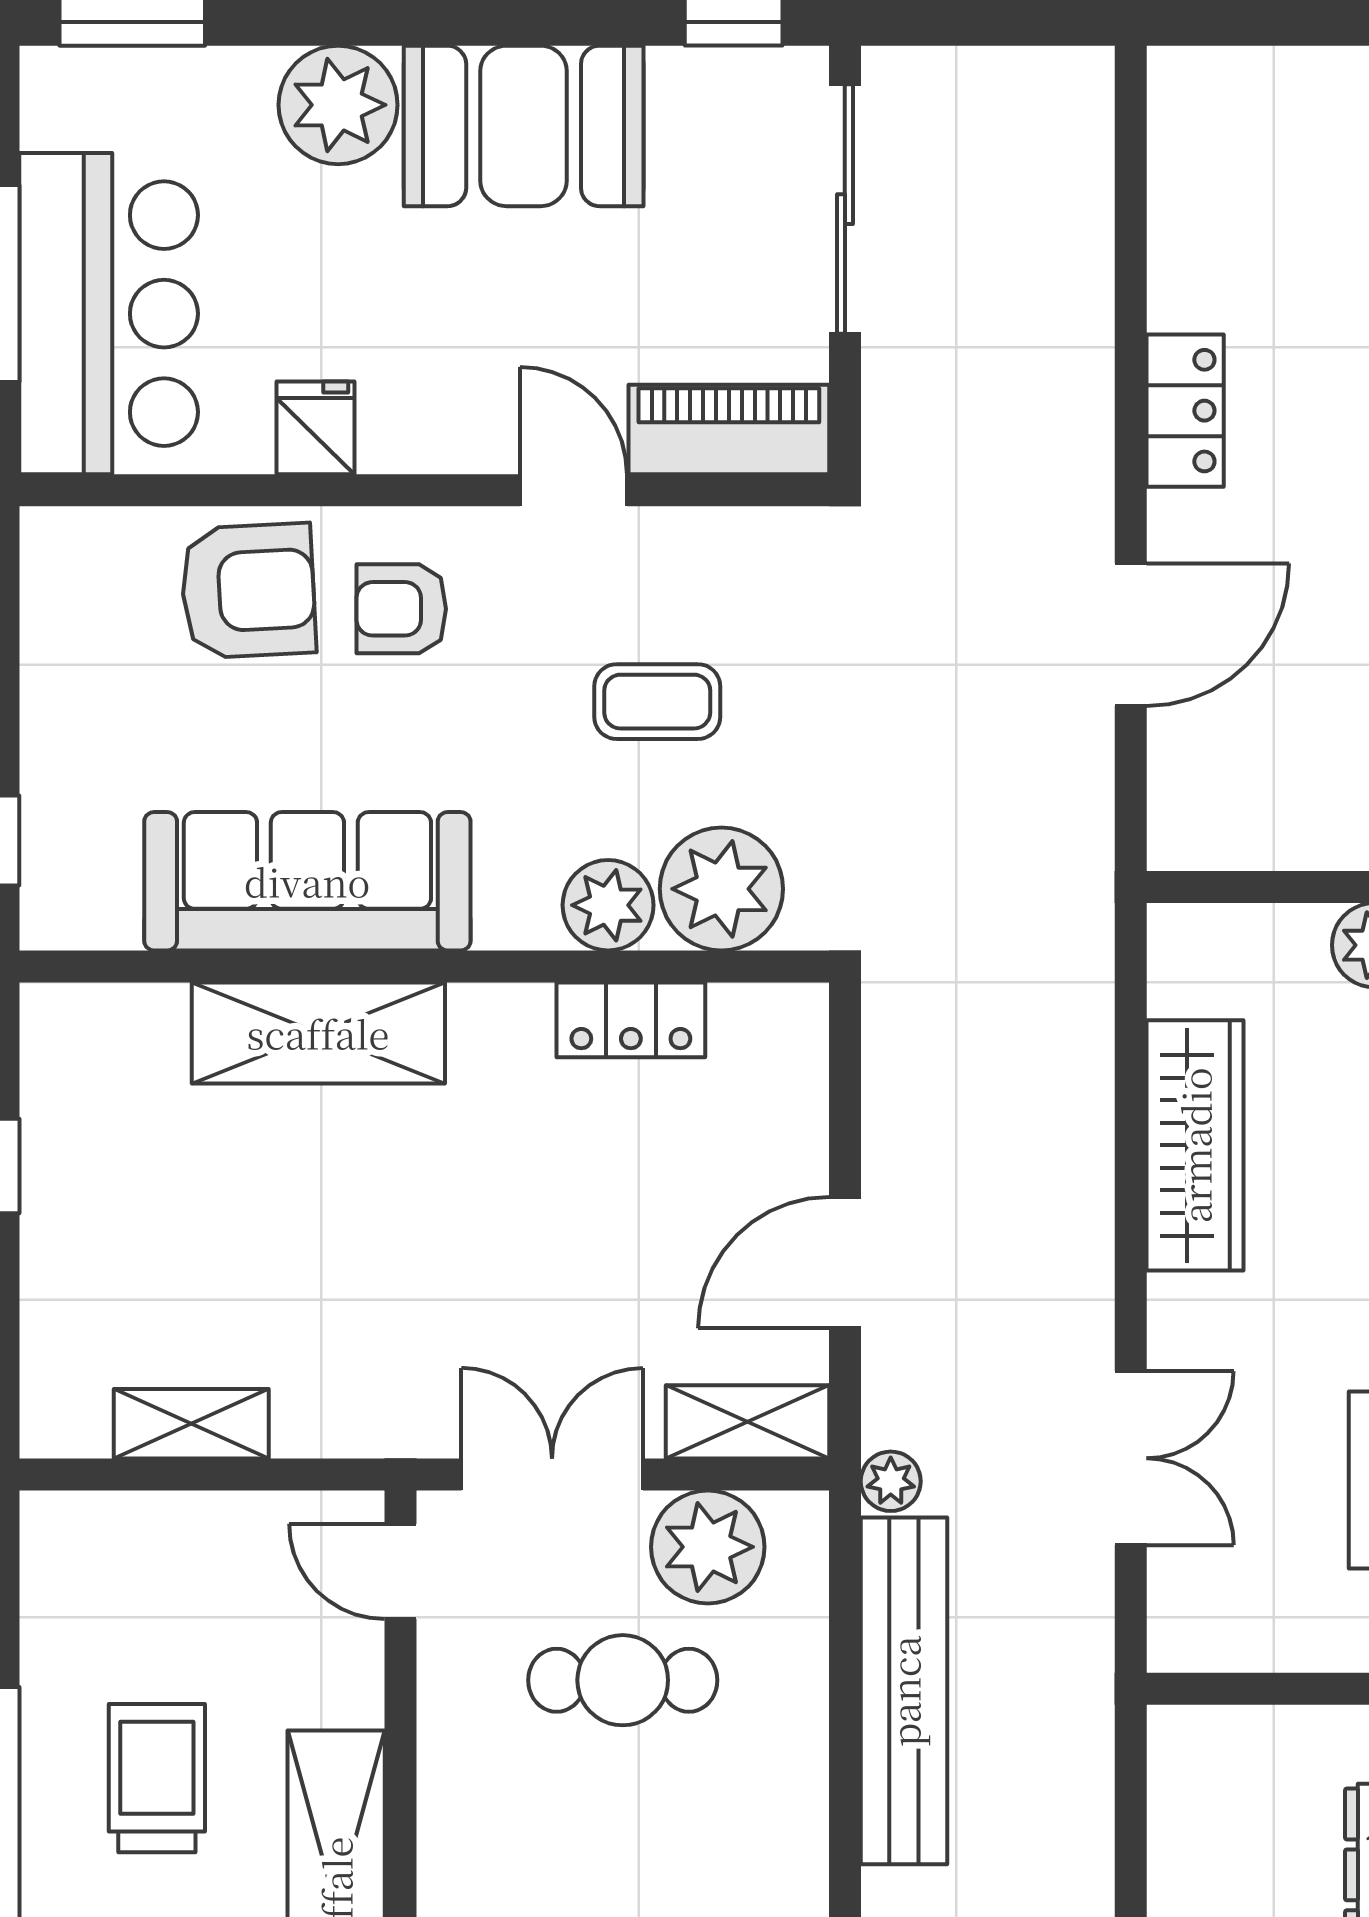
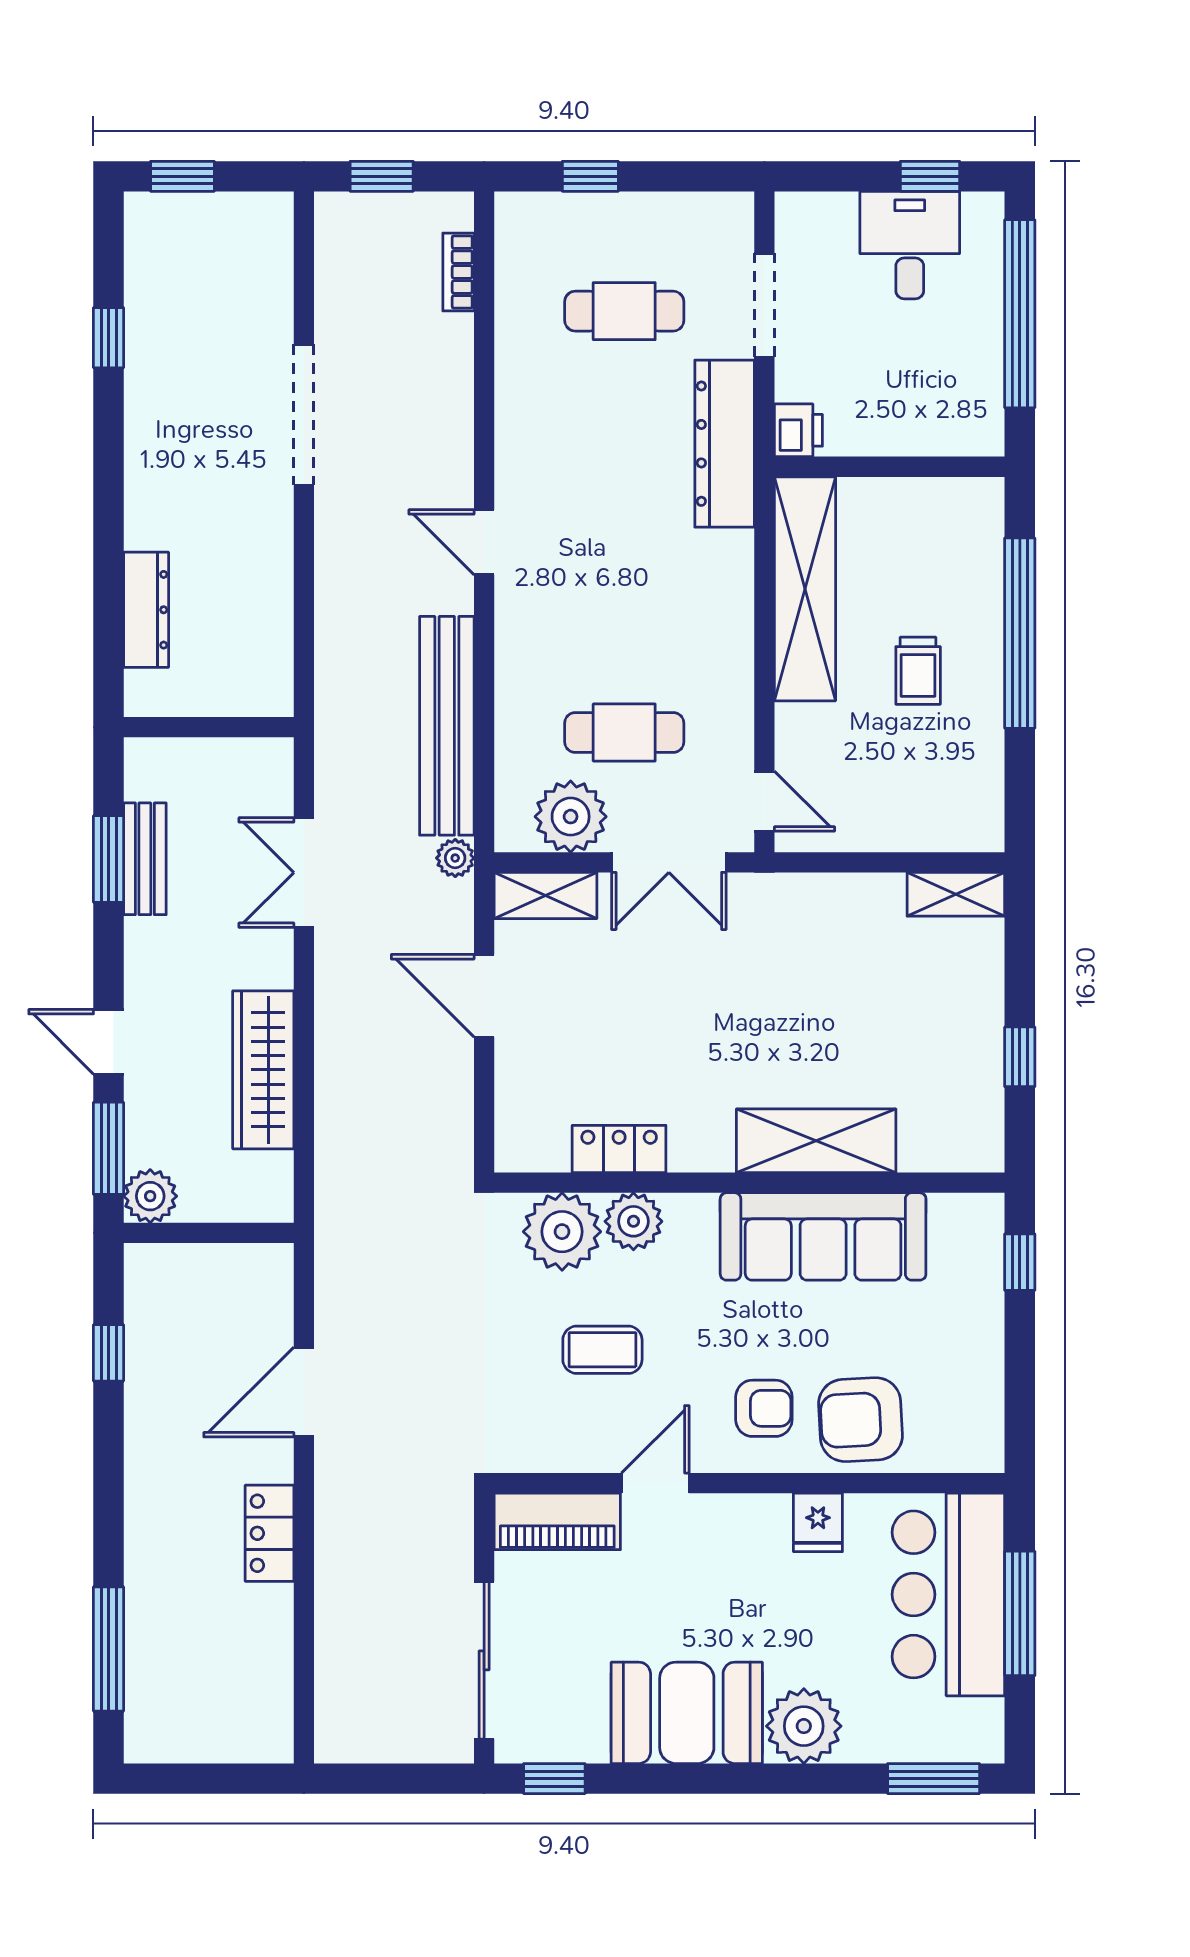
door: (573, 490) -> (655, 1483), swing flipped
door: (845, 1263) -> (484, 996), swing flipped
shelving: (191, 1424) -> (956, 894), moved
trolley: (157, 1778) -> (918, 671), width x0.73, depth x0.72

